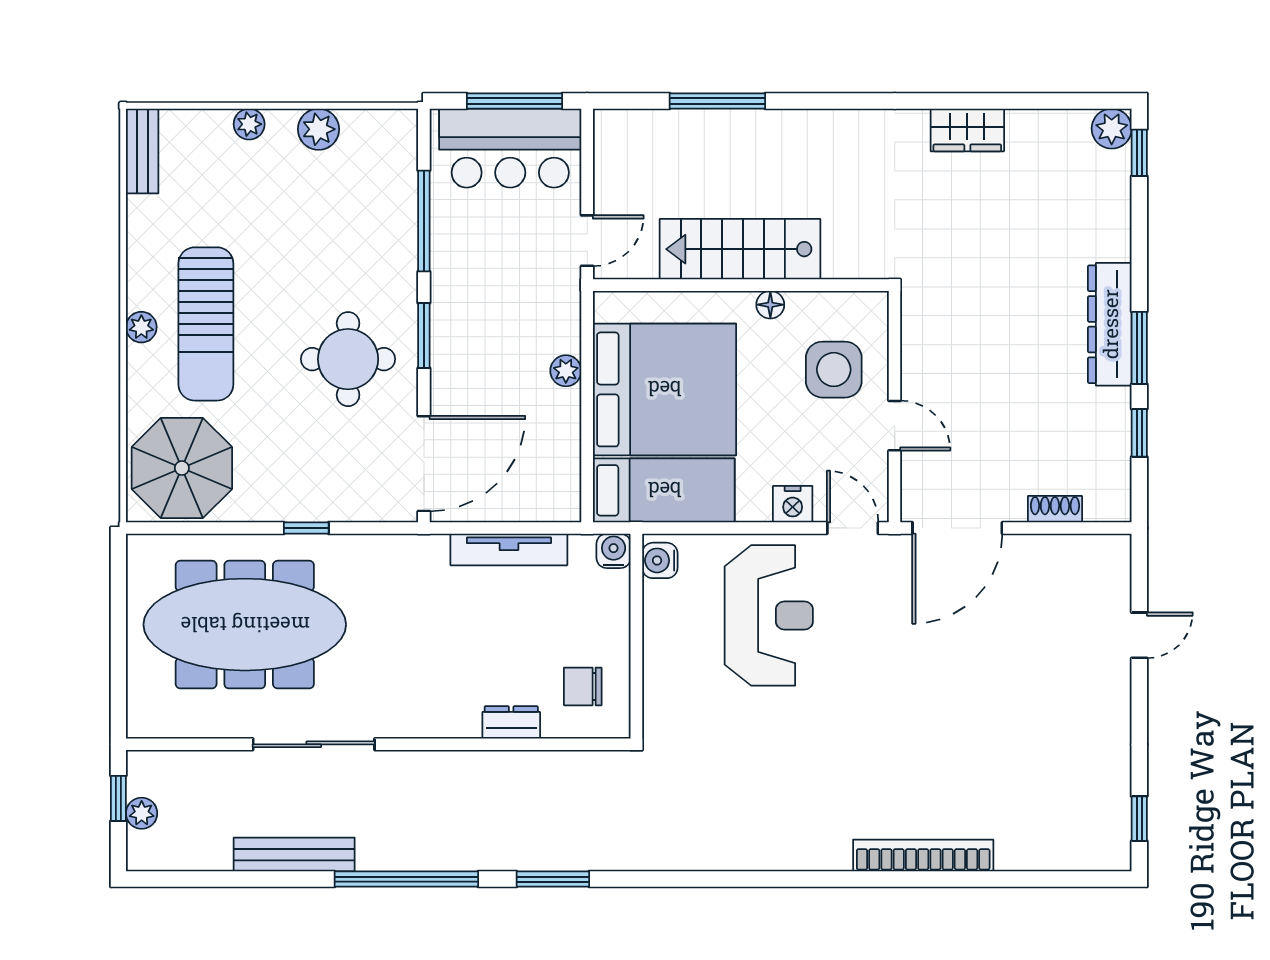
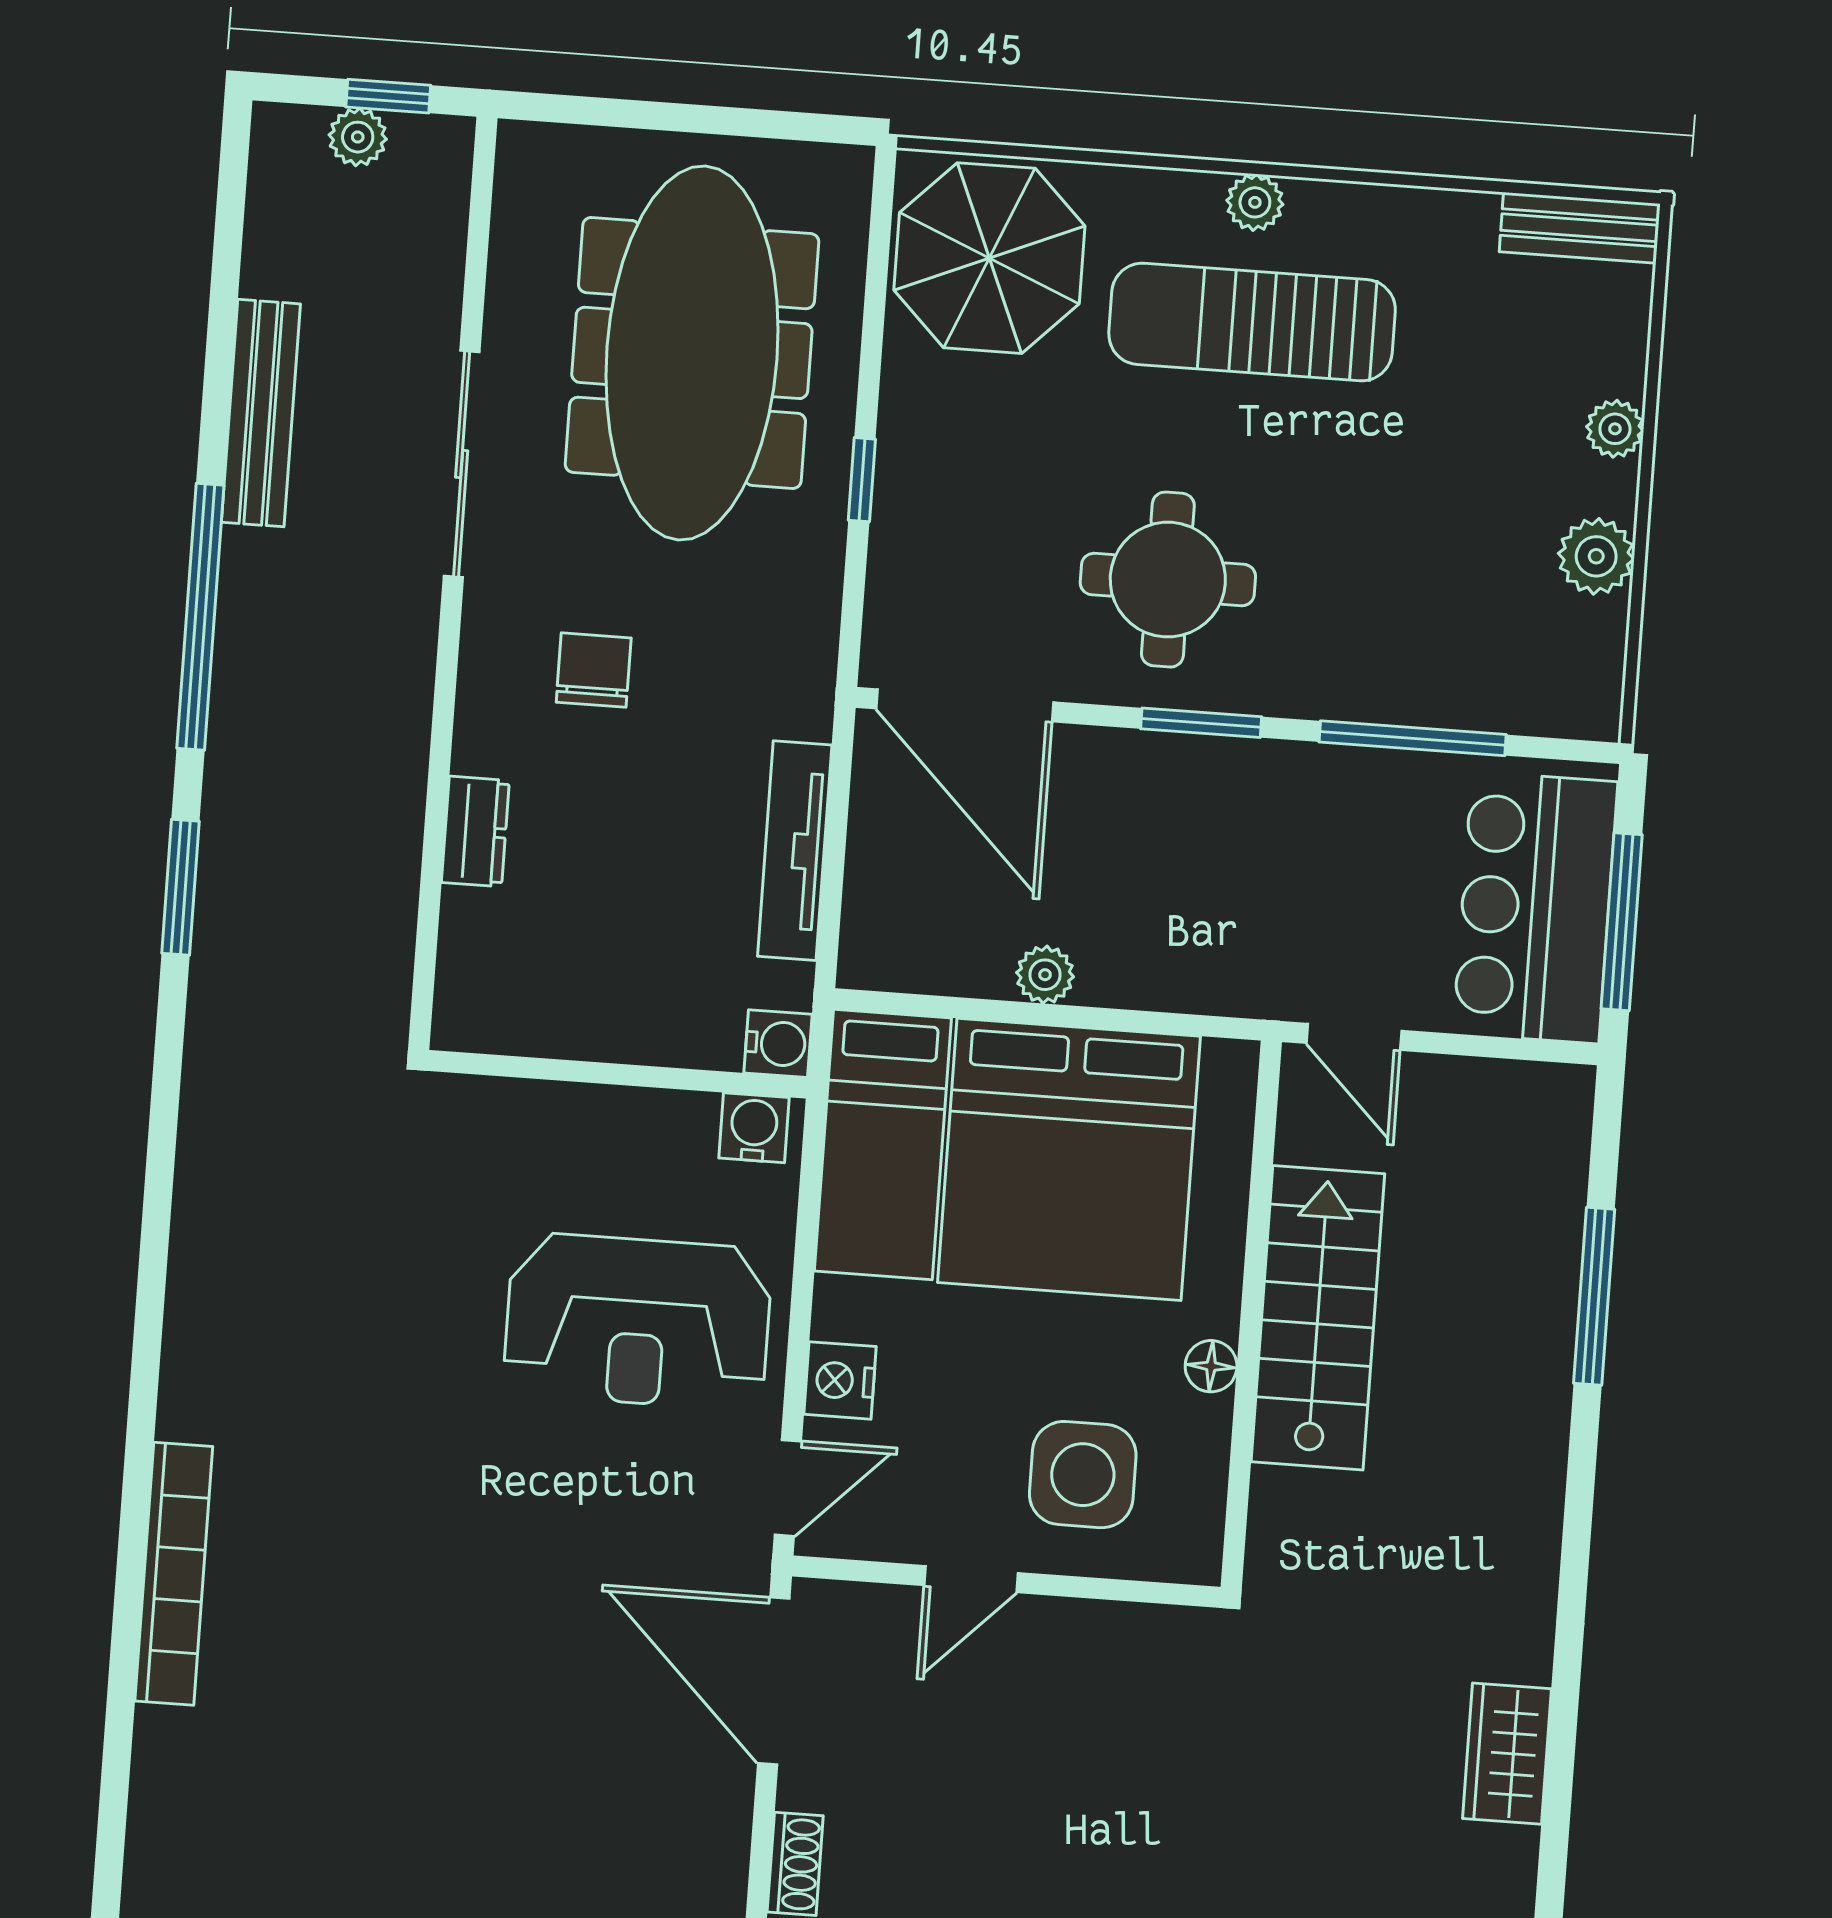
plant: (566, 371) -> (1045, 975), moved
chair: (583, 686) -> (594, 670), moved

